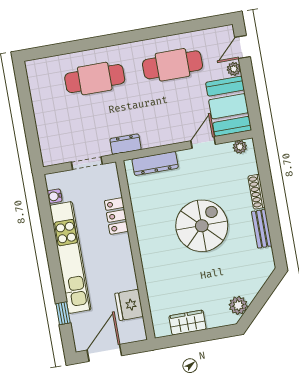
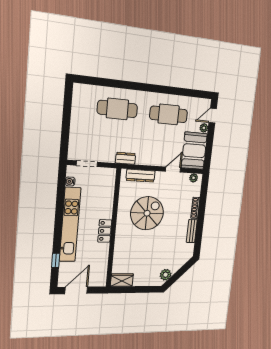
doorway: (87, 163) -> (87, 164), moved
locker: (116, 216) -> (105, 231), moved
spiral stairs: (202, 226) -> (147, 213), moved
fridge: (129, 305) -> (100, 263), removed
wardrobe: (188, 323) -> (122, 280), moved

